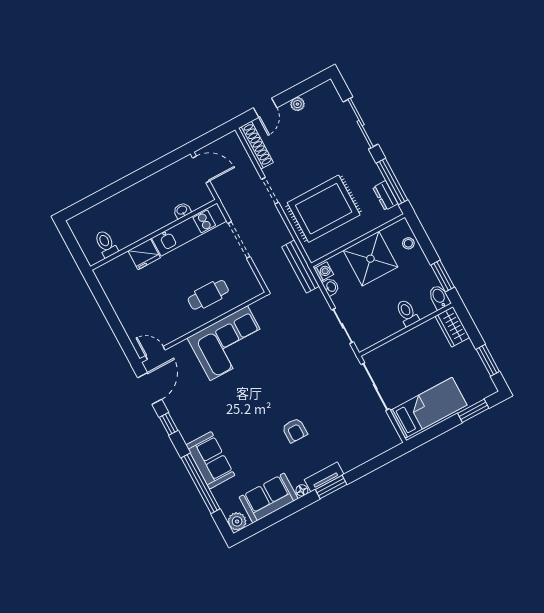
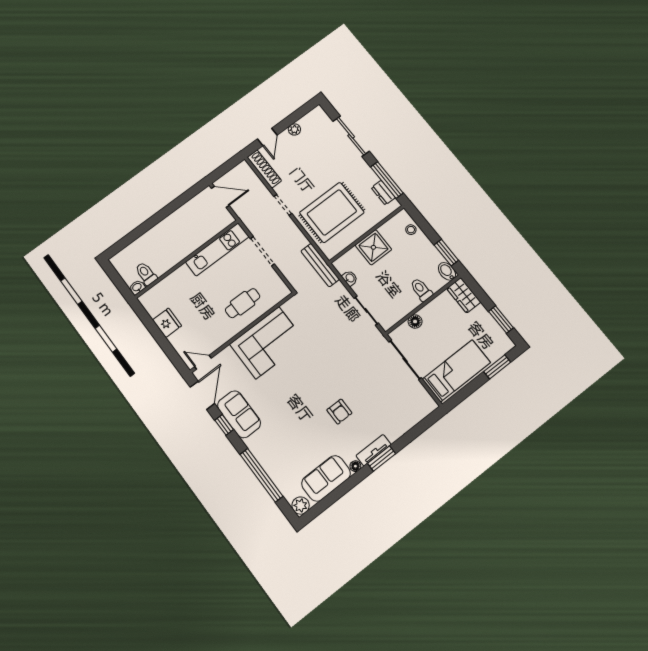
washbasin: (182, 210) -> (137, 287), moved
fridge: (144, 254) -> (167, 323), moved, turned -90
shower: (370, 259) -> (373, 247), width x0.73, depth x0.73
washing machine: (324, 272) -> (341, 266), removed
floor lamp: (394, 347) -> (415, 322), added
sofa: (210, 460) -> (239, 414), moved

